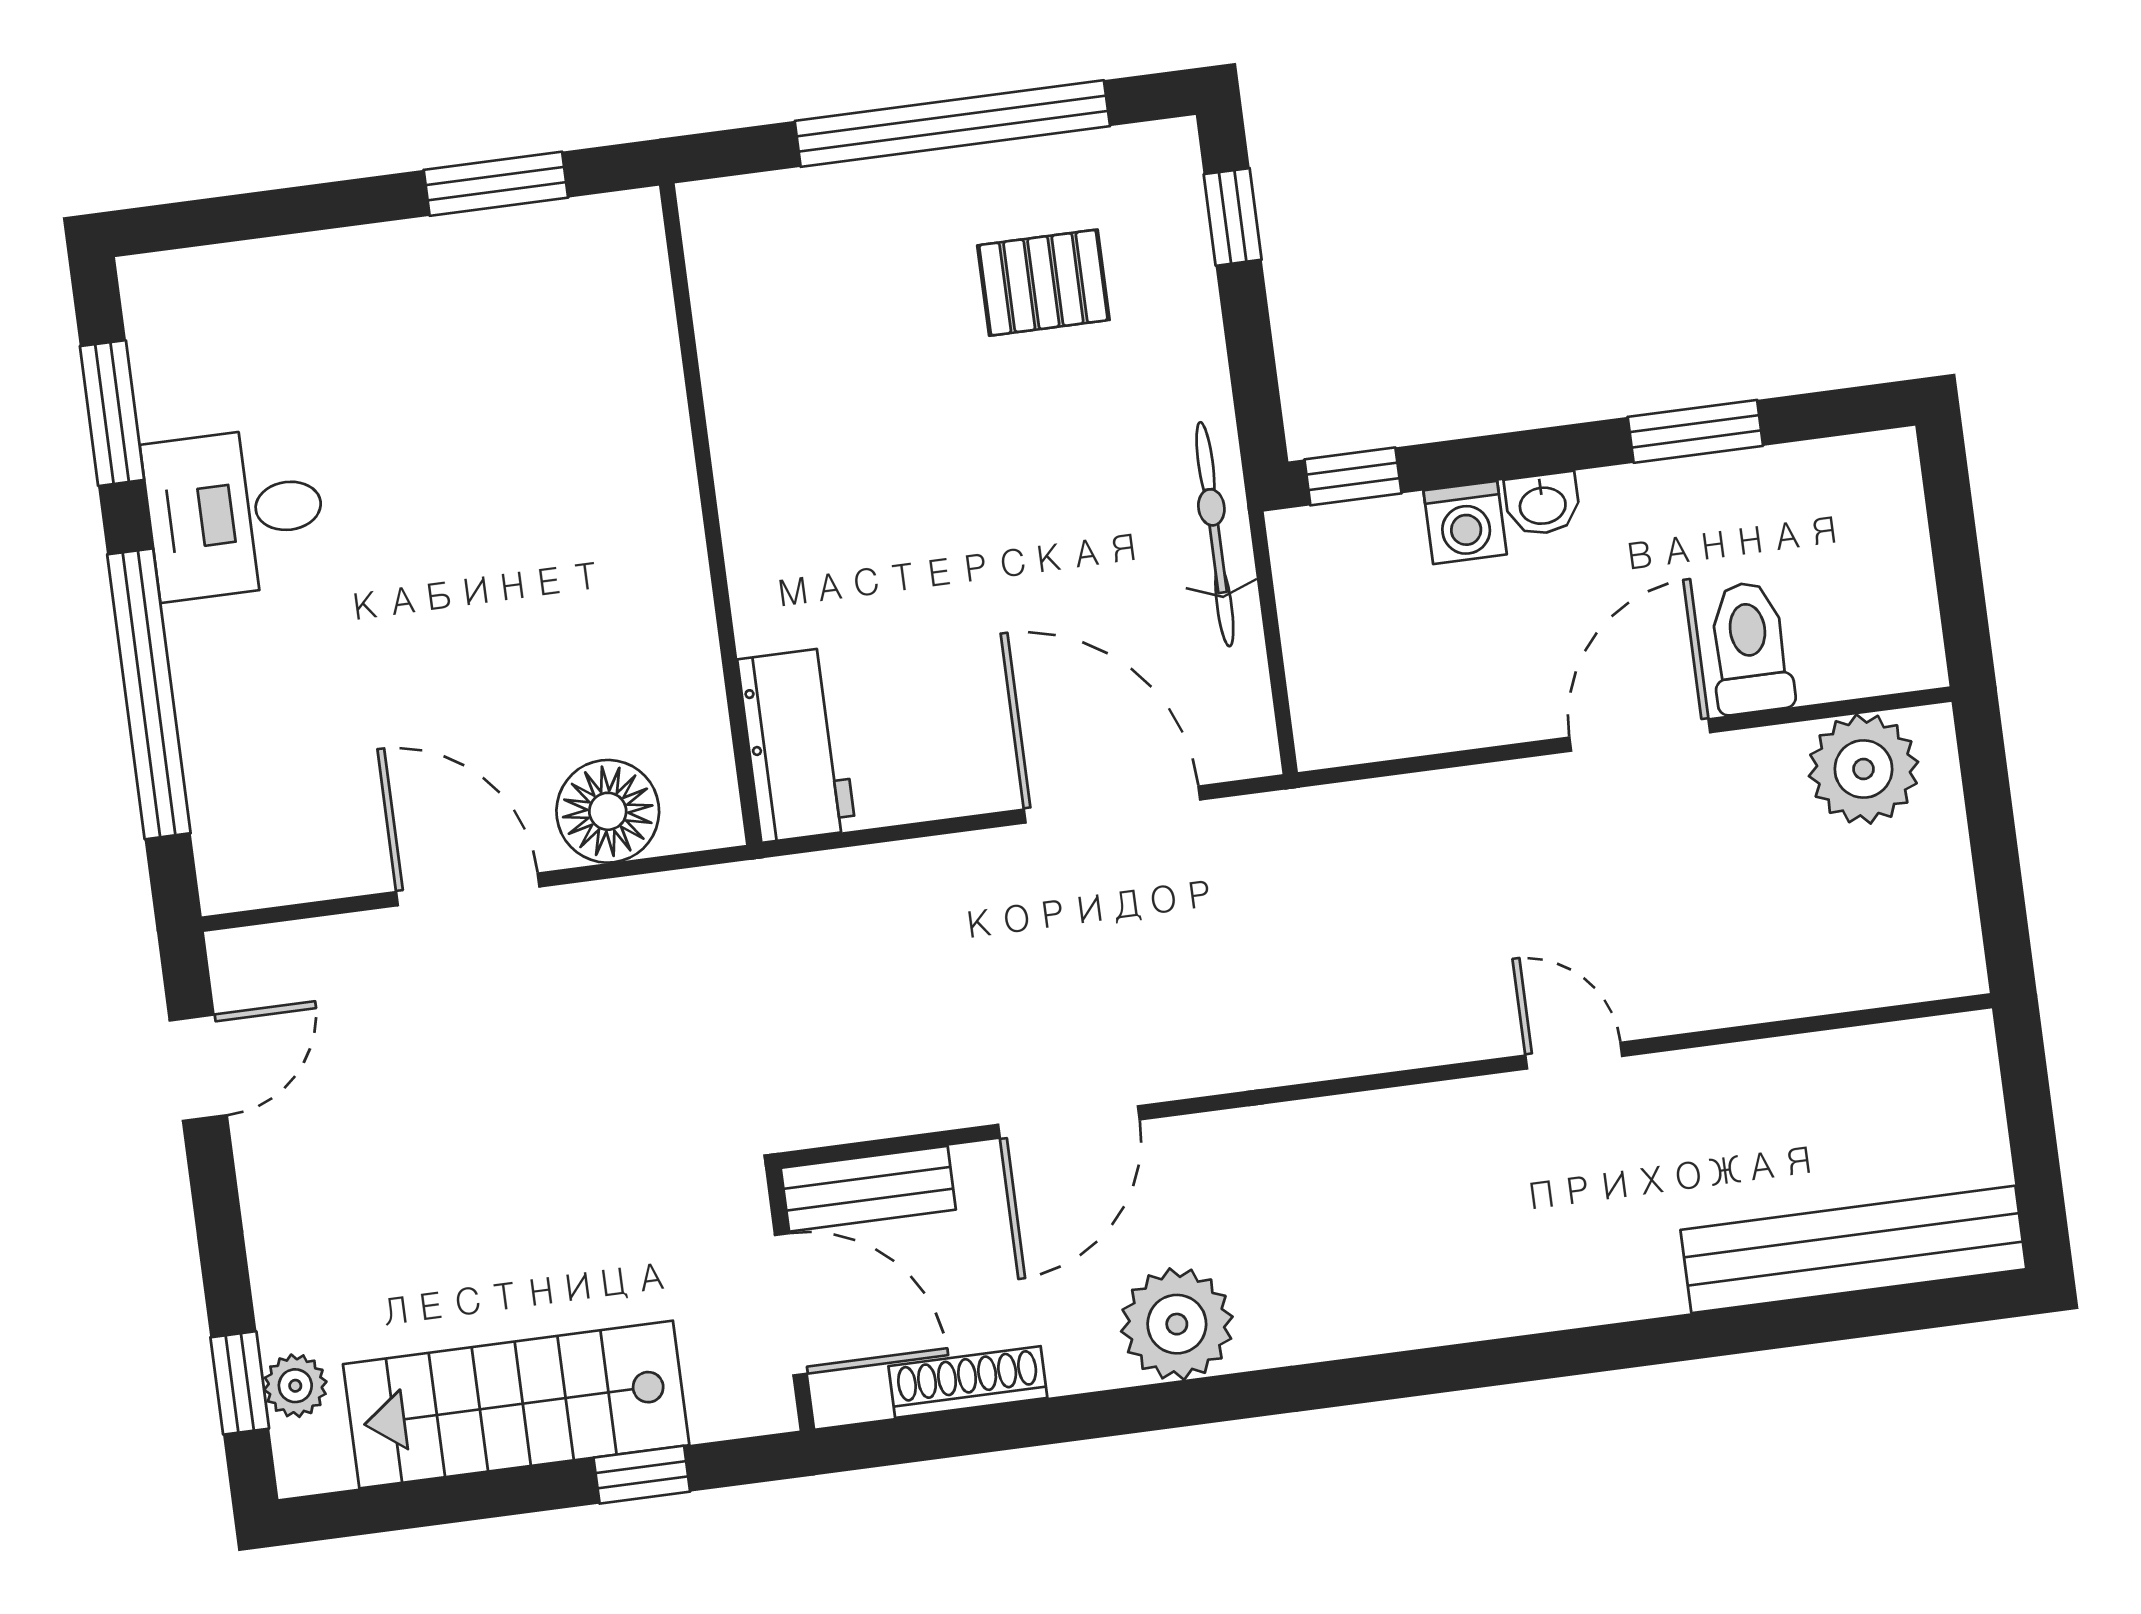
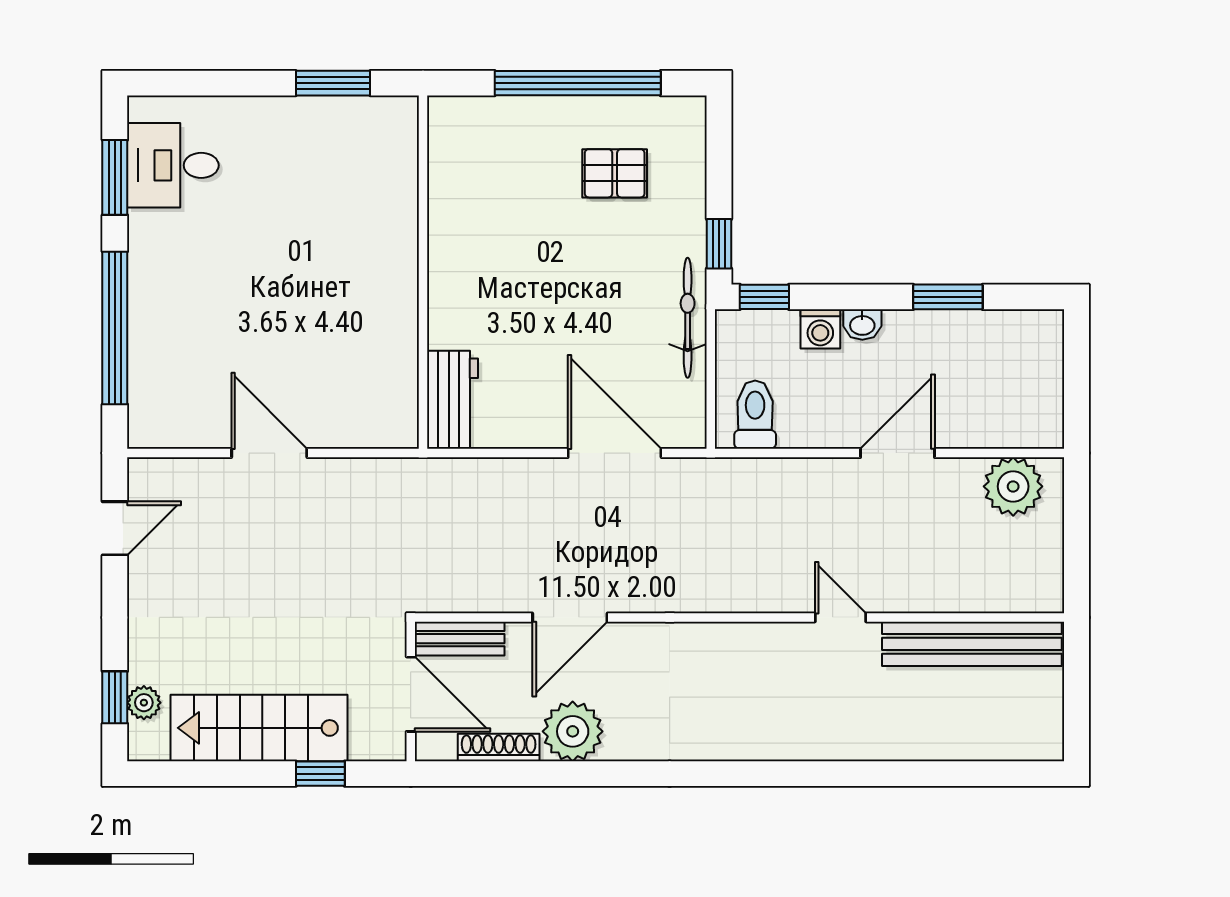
window: (1233, 217) -> (719, 244), moved
desk: (235, 513) -> (173, 165), moved
toilet: (1750, 648) -> (755, 415), moved
floor lamp: (608, 811) -> (348, 422), removed
bench: (1853, 1249) -> (972, 644), moved
plant: (1177, 1324) -> (573, 731), moved

